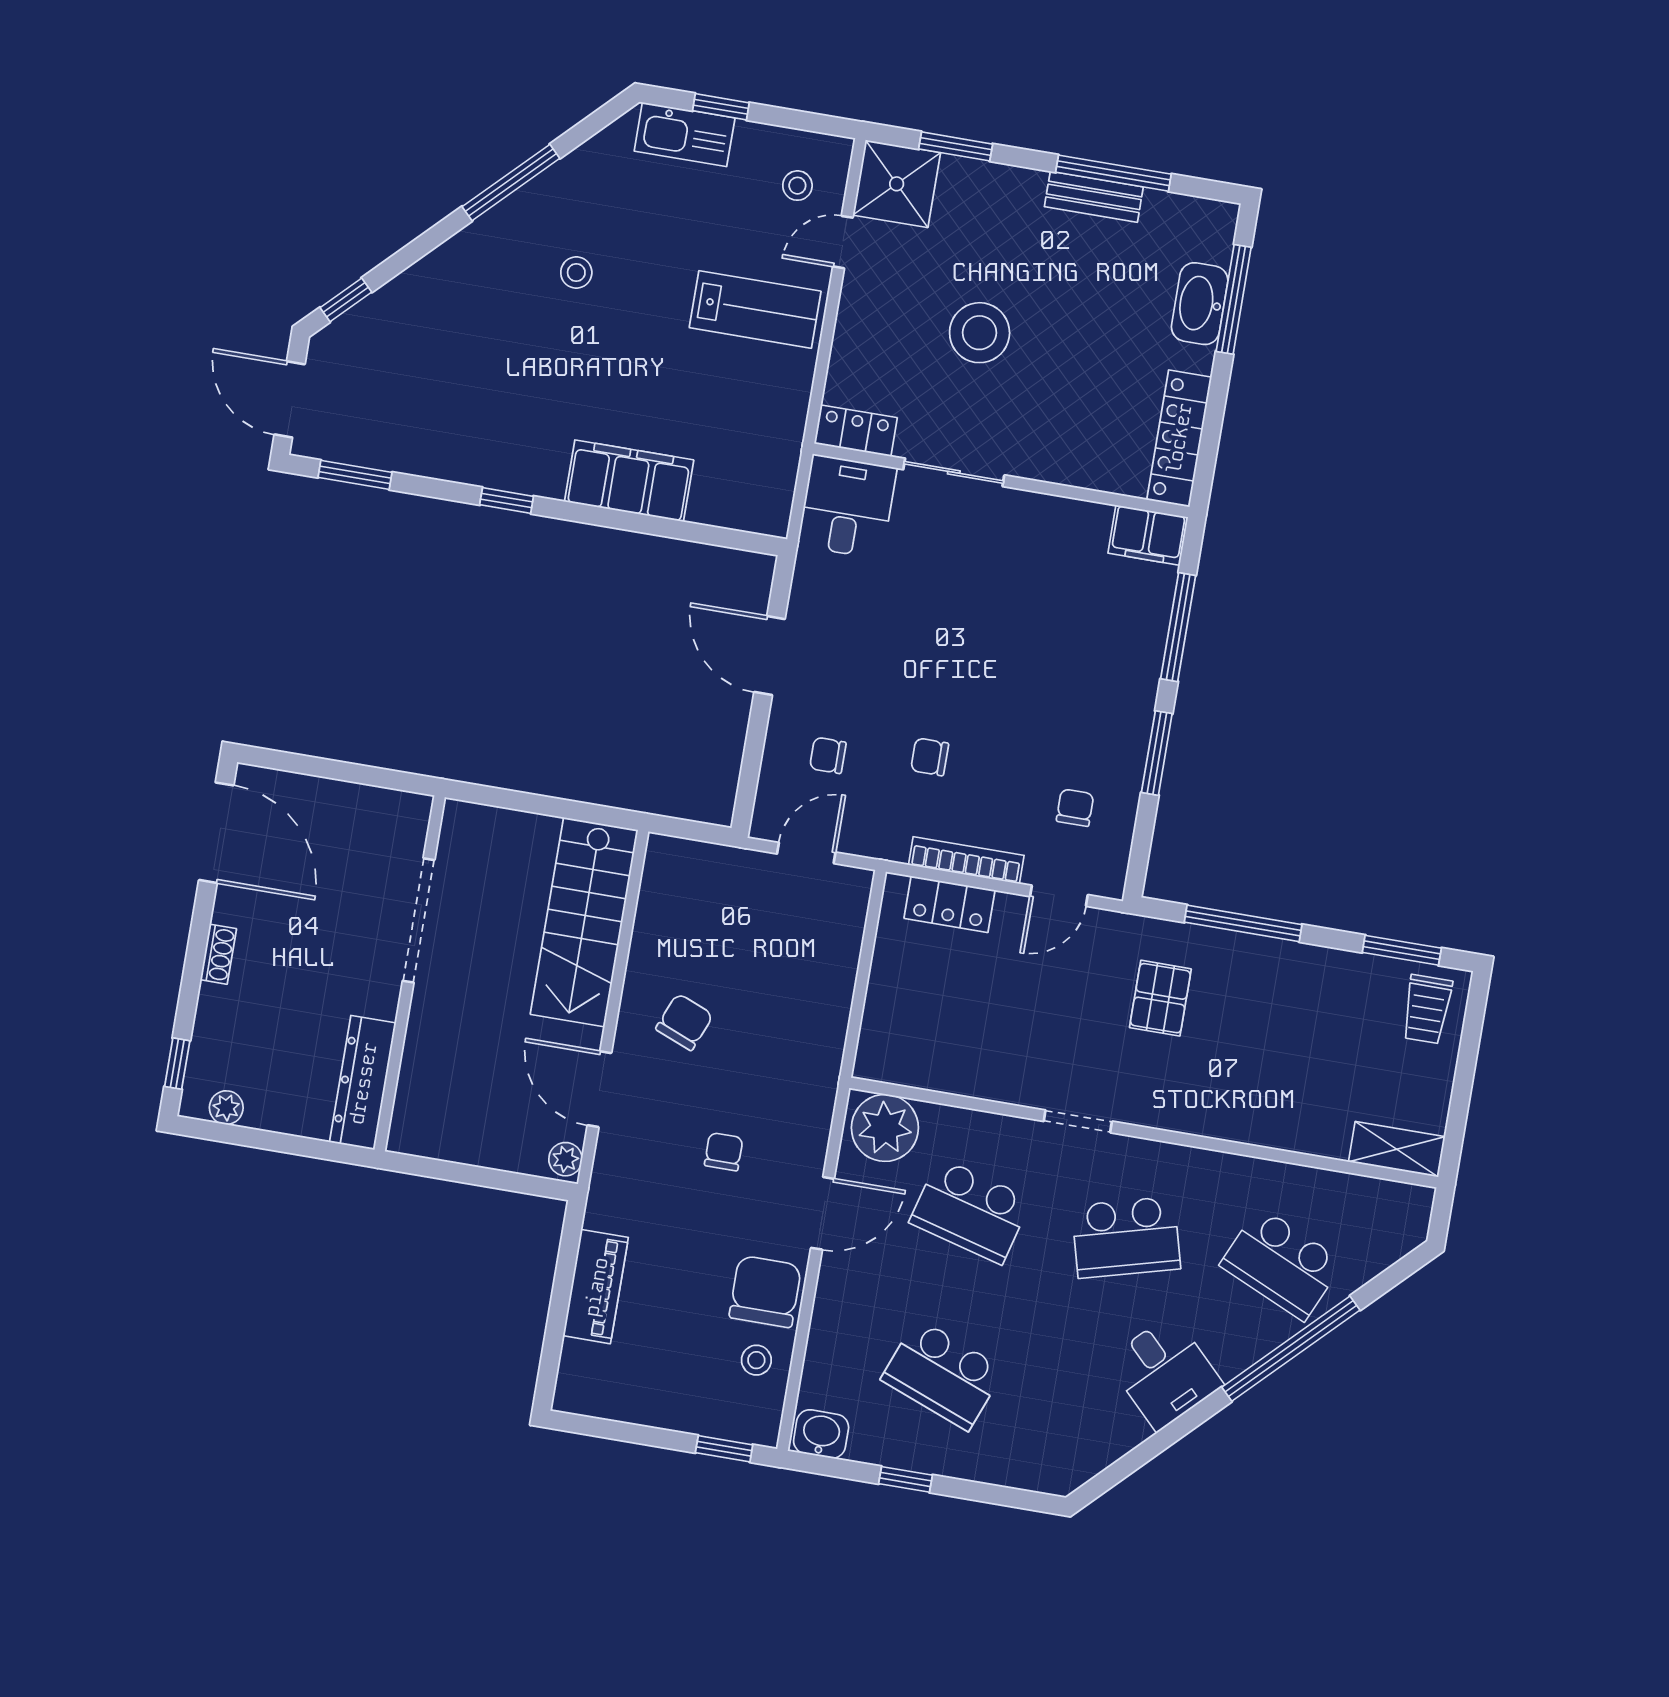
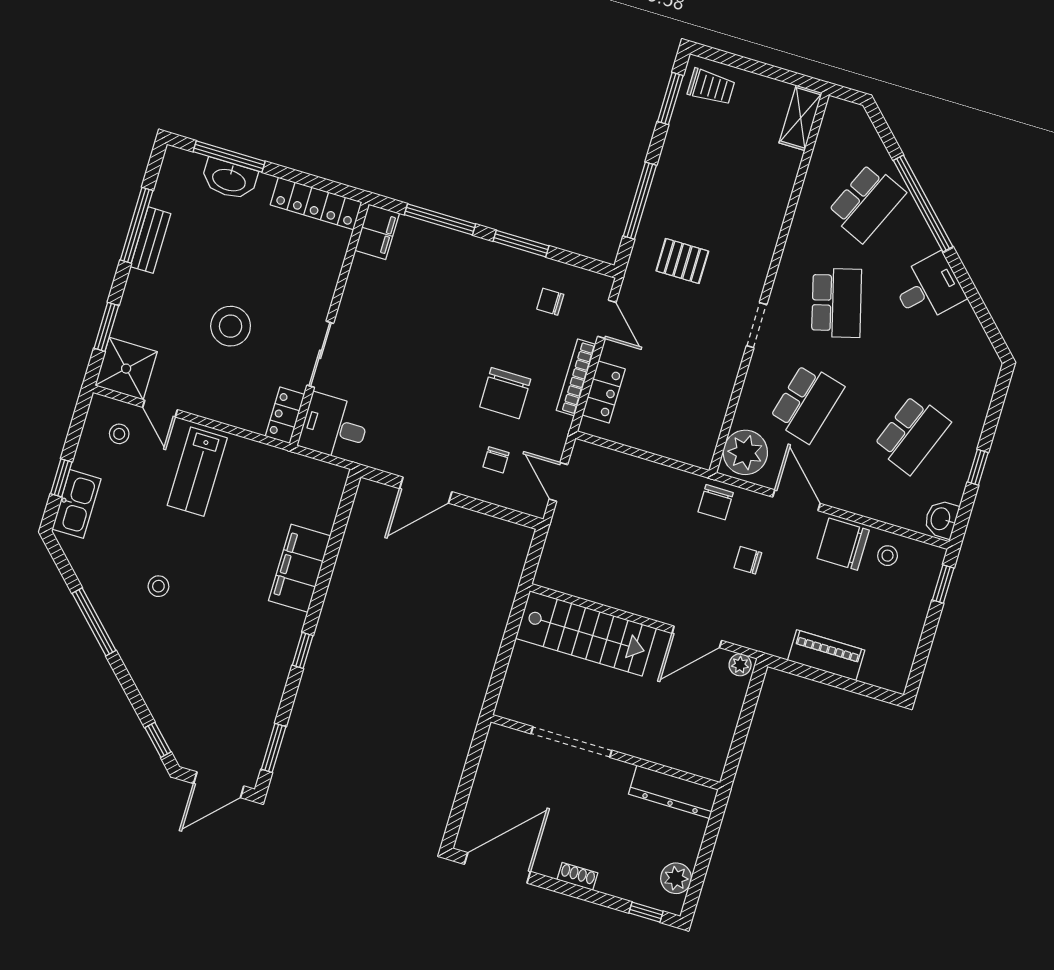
lab bench: (755, 309) -> (197, 472), turned 180
chair: (930, 757) -> (505, 393), width x1.87, depth x1.87
chair: (684, 1022) -> (716, 502), moved, turned -112
plant: (226, 1108) -> (676, 878), width x1.38, depth x1.38

